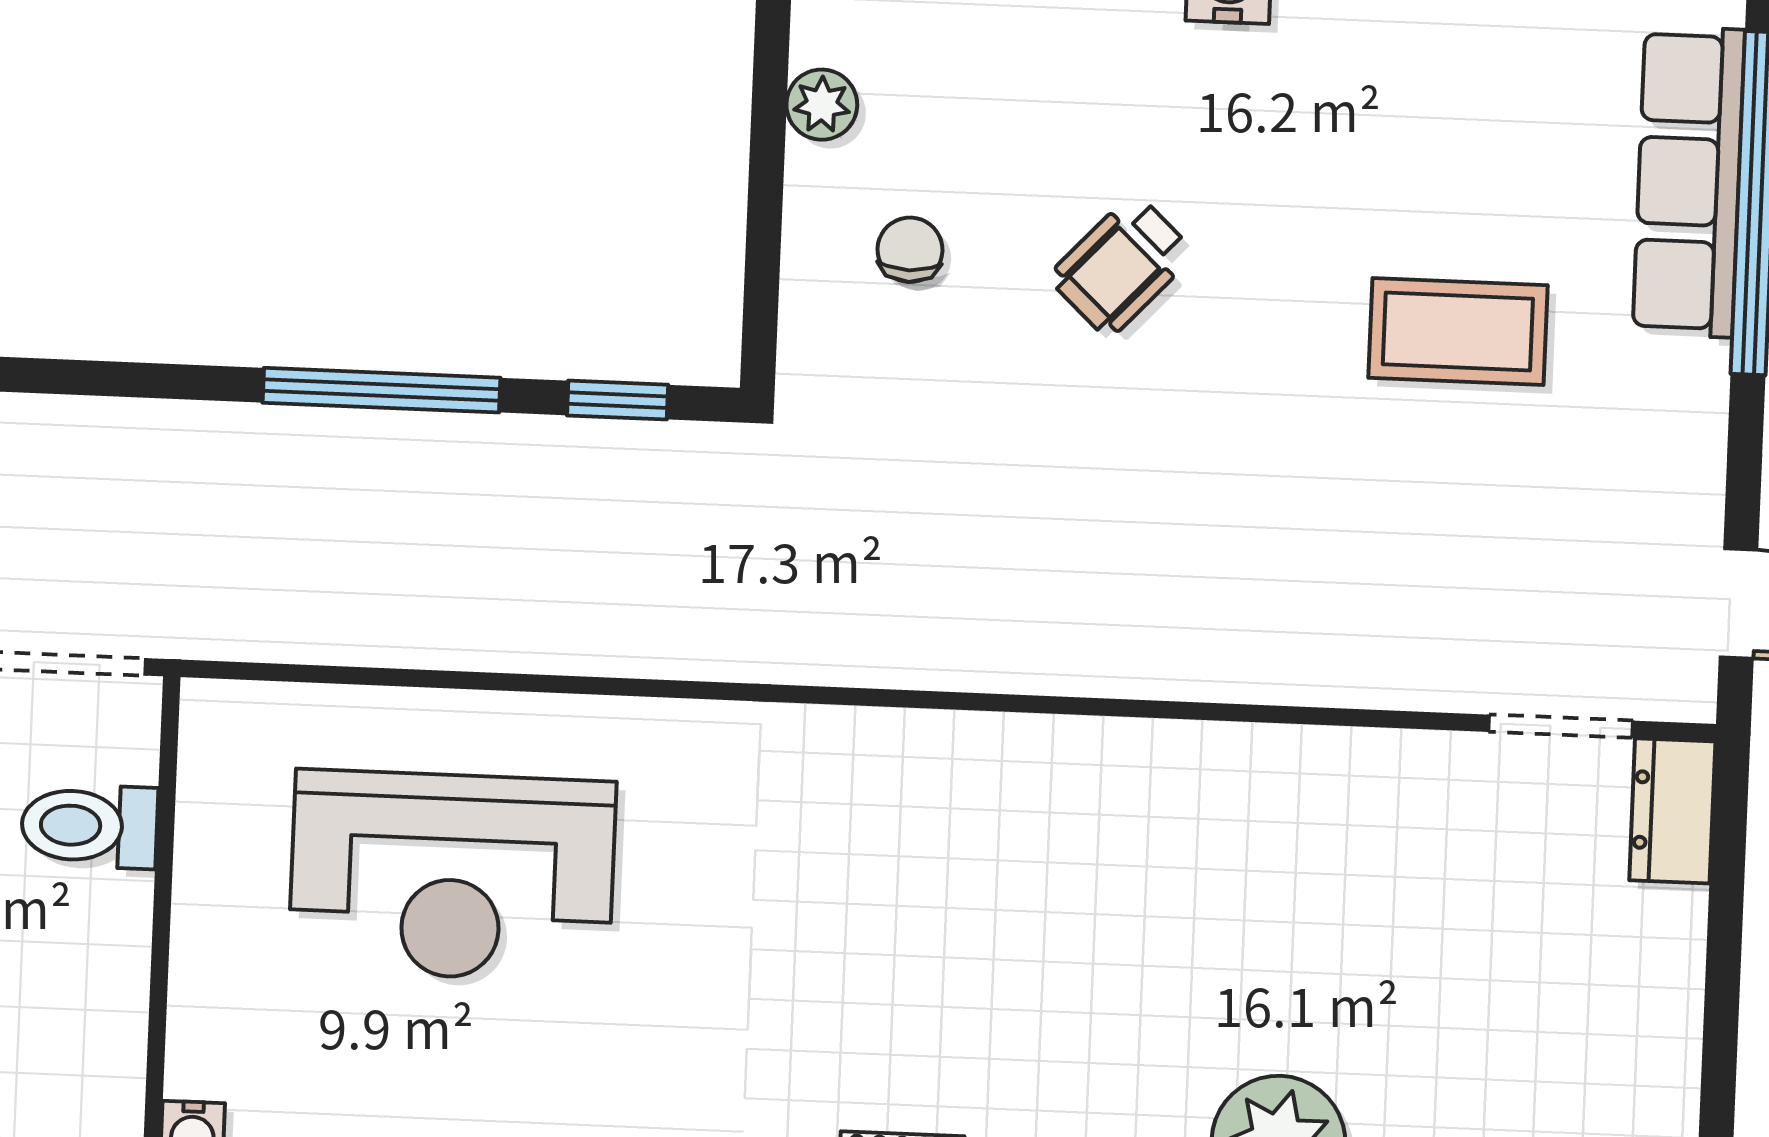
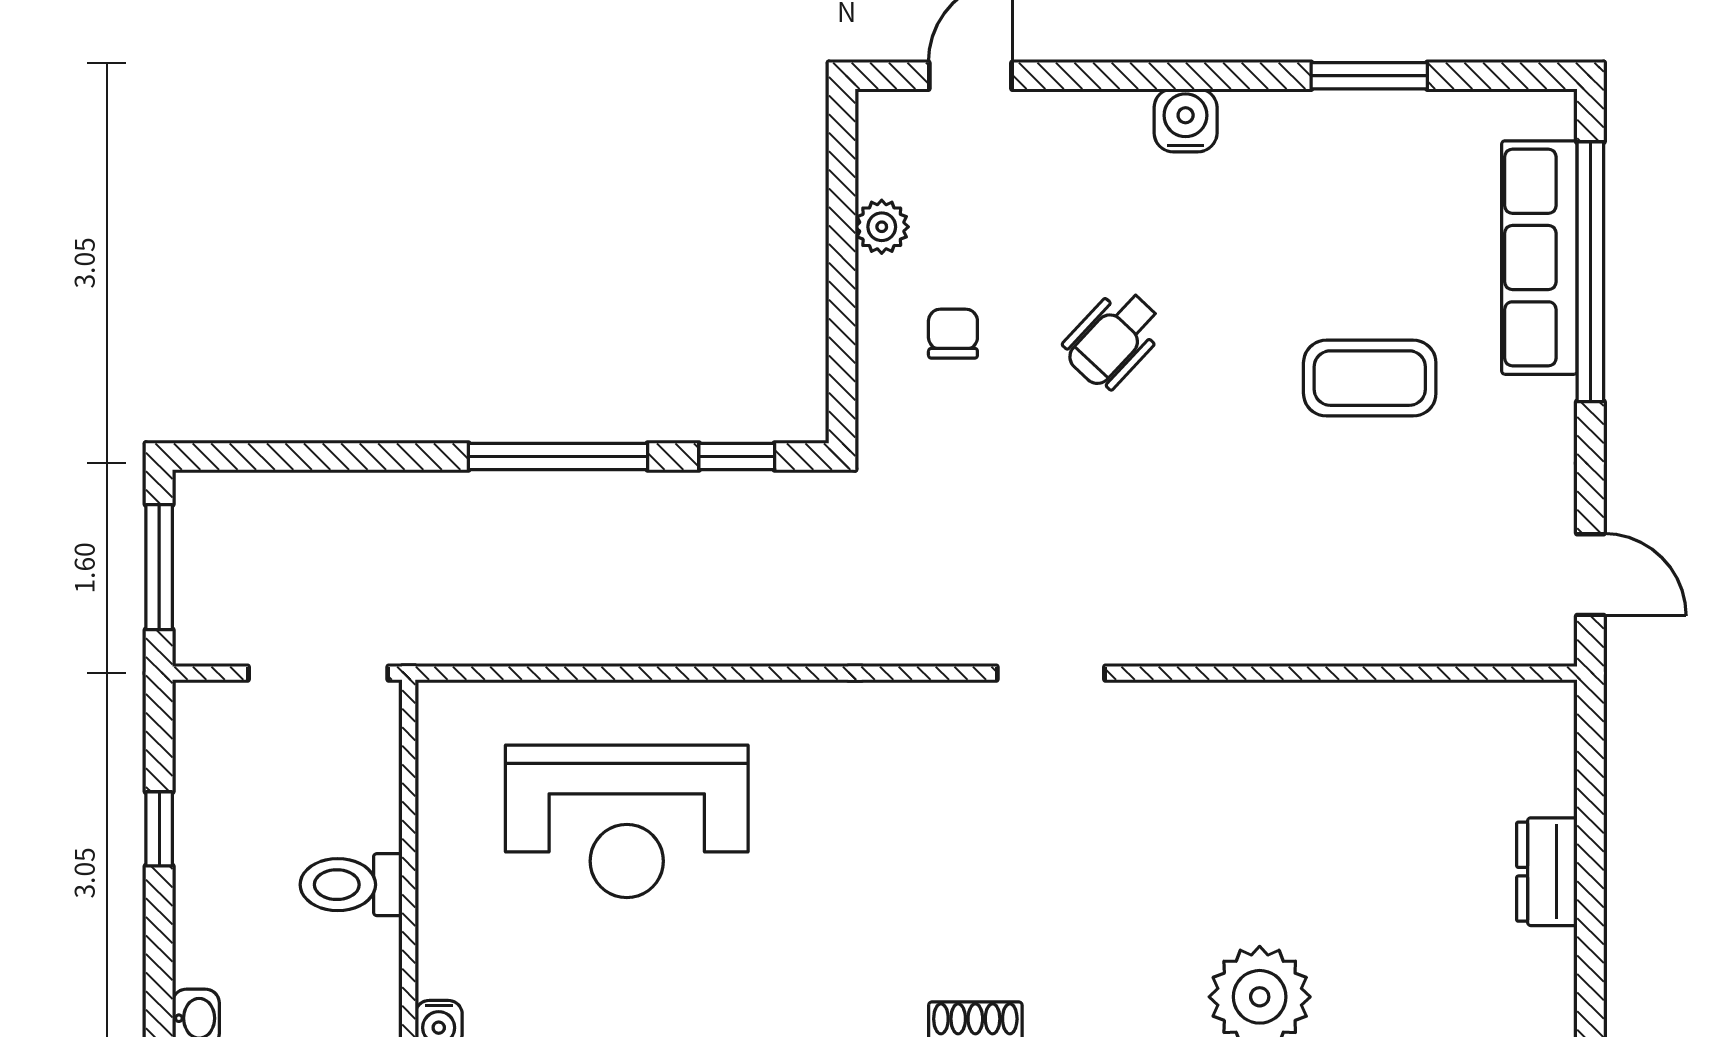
doorway: (1561, 726) -> (1051, 673), moved
dresser: (1672, 811) -> (1547, 872), moved
toilet: (89, 826) -> (351, 885), moved

